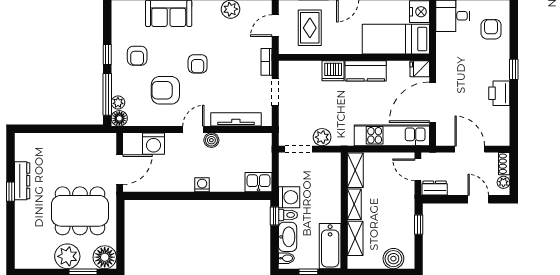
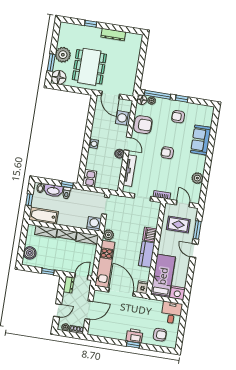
armchair: (165, 90) -> (143, 125), moved, turned 90
printer: (499, 93) -> (134, 336), moved
plant: (322, 137) -> (108, 235), moved
window: (11, 192) -> (91, 24), moved
washing machine: (289, 197) -> (94, 224), moved, turned 180

